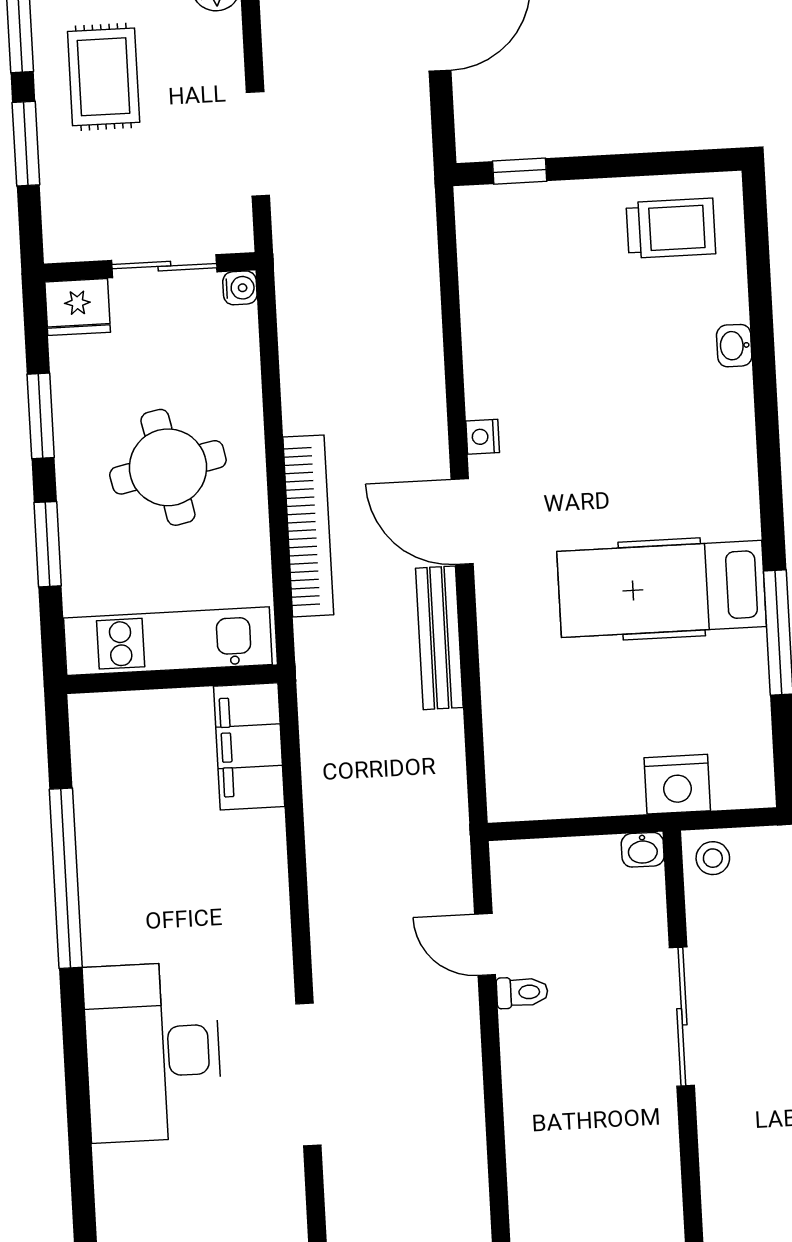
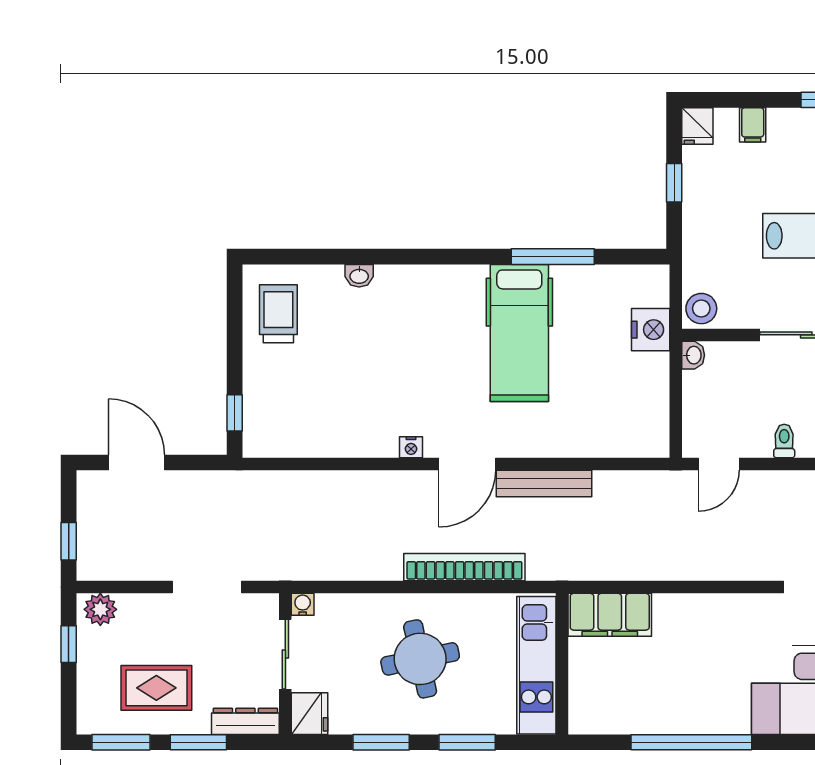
dresser: (61, 212) -> (245, 721), added
stool: (713, 858) -> (701, 309), width x1.37, depth x1.37
door: (485, 945) -> (719, 464), moved

